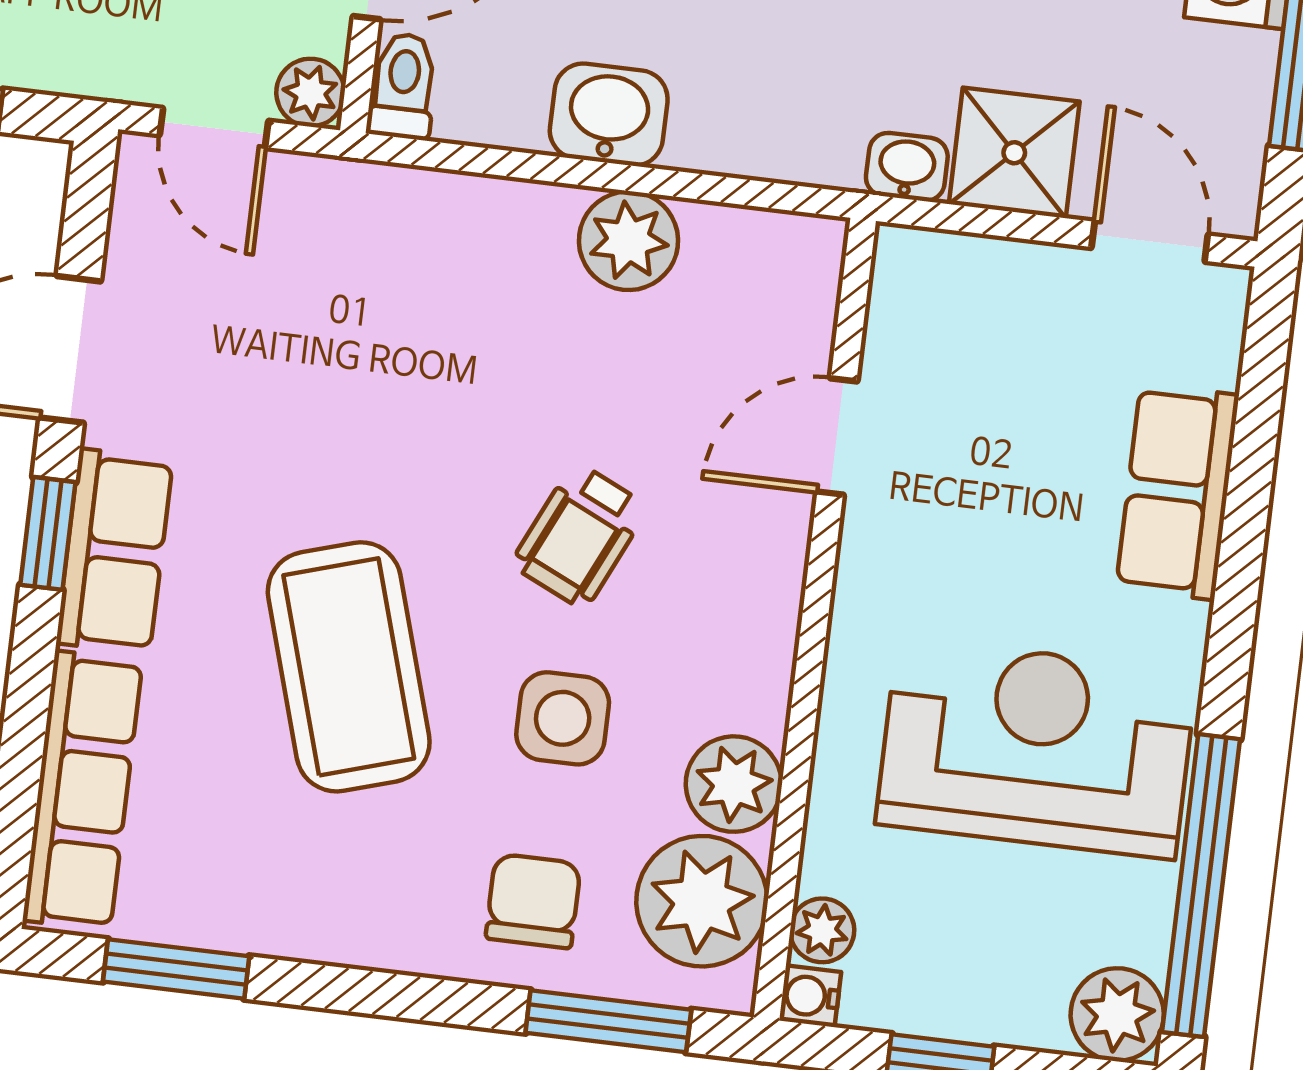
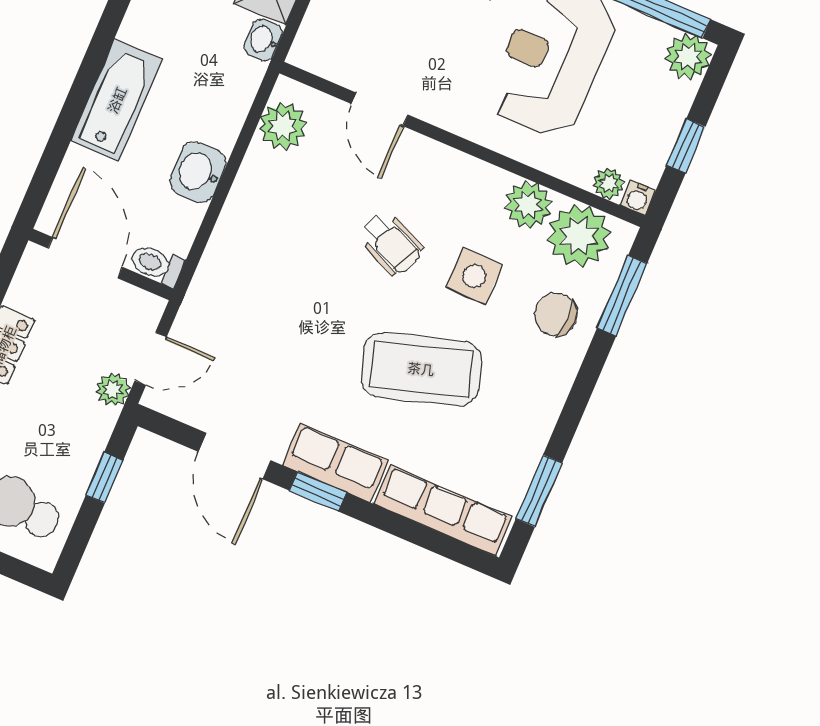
plant: (310, 93) -> (113, 389), moved
plant: (628, 241) -> (283, 126), moved

